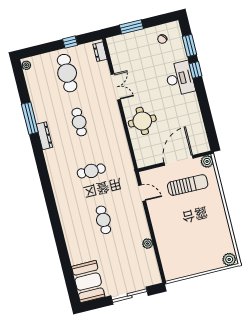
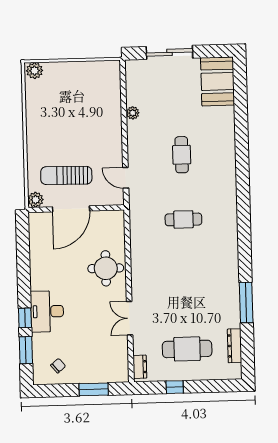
plant: (26, 65) -> (236, 370), removed
cafe table: (67, 73) -> (187, 349), turned 90
cafe table: (79, 122) -> (185, 284), removed
dresser: (44, 136) -> (235, 346), moved

